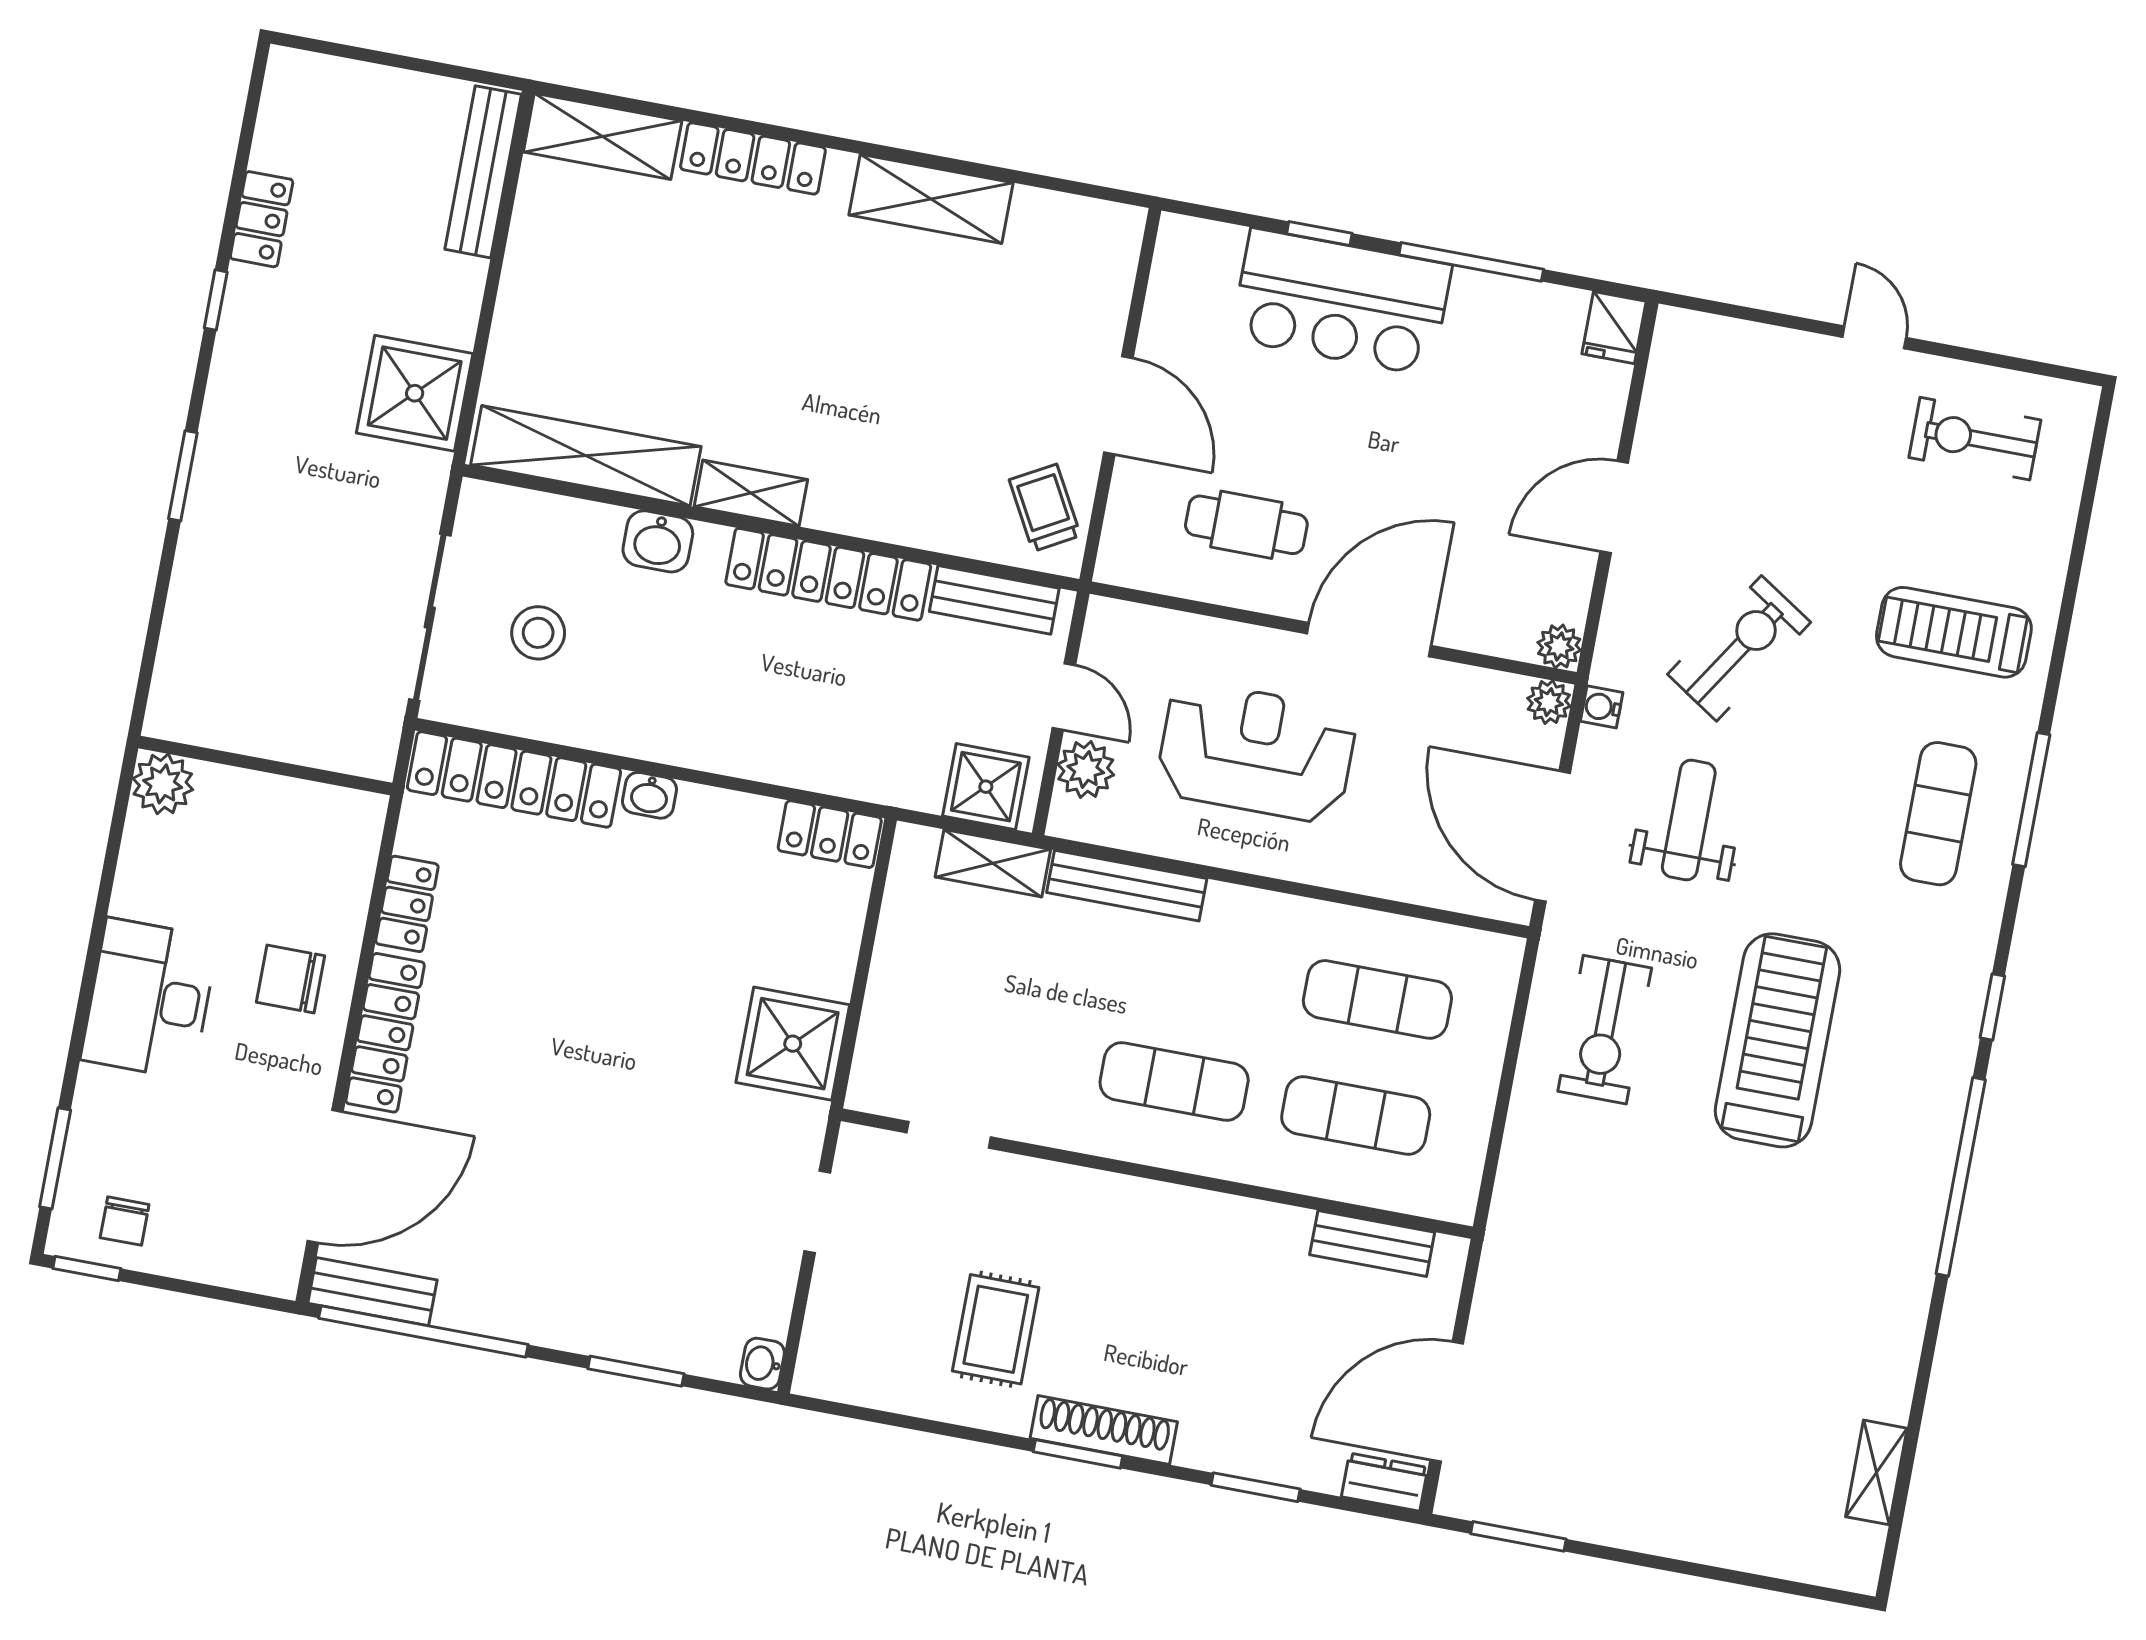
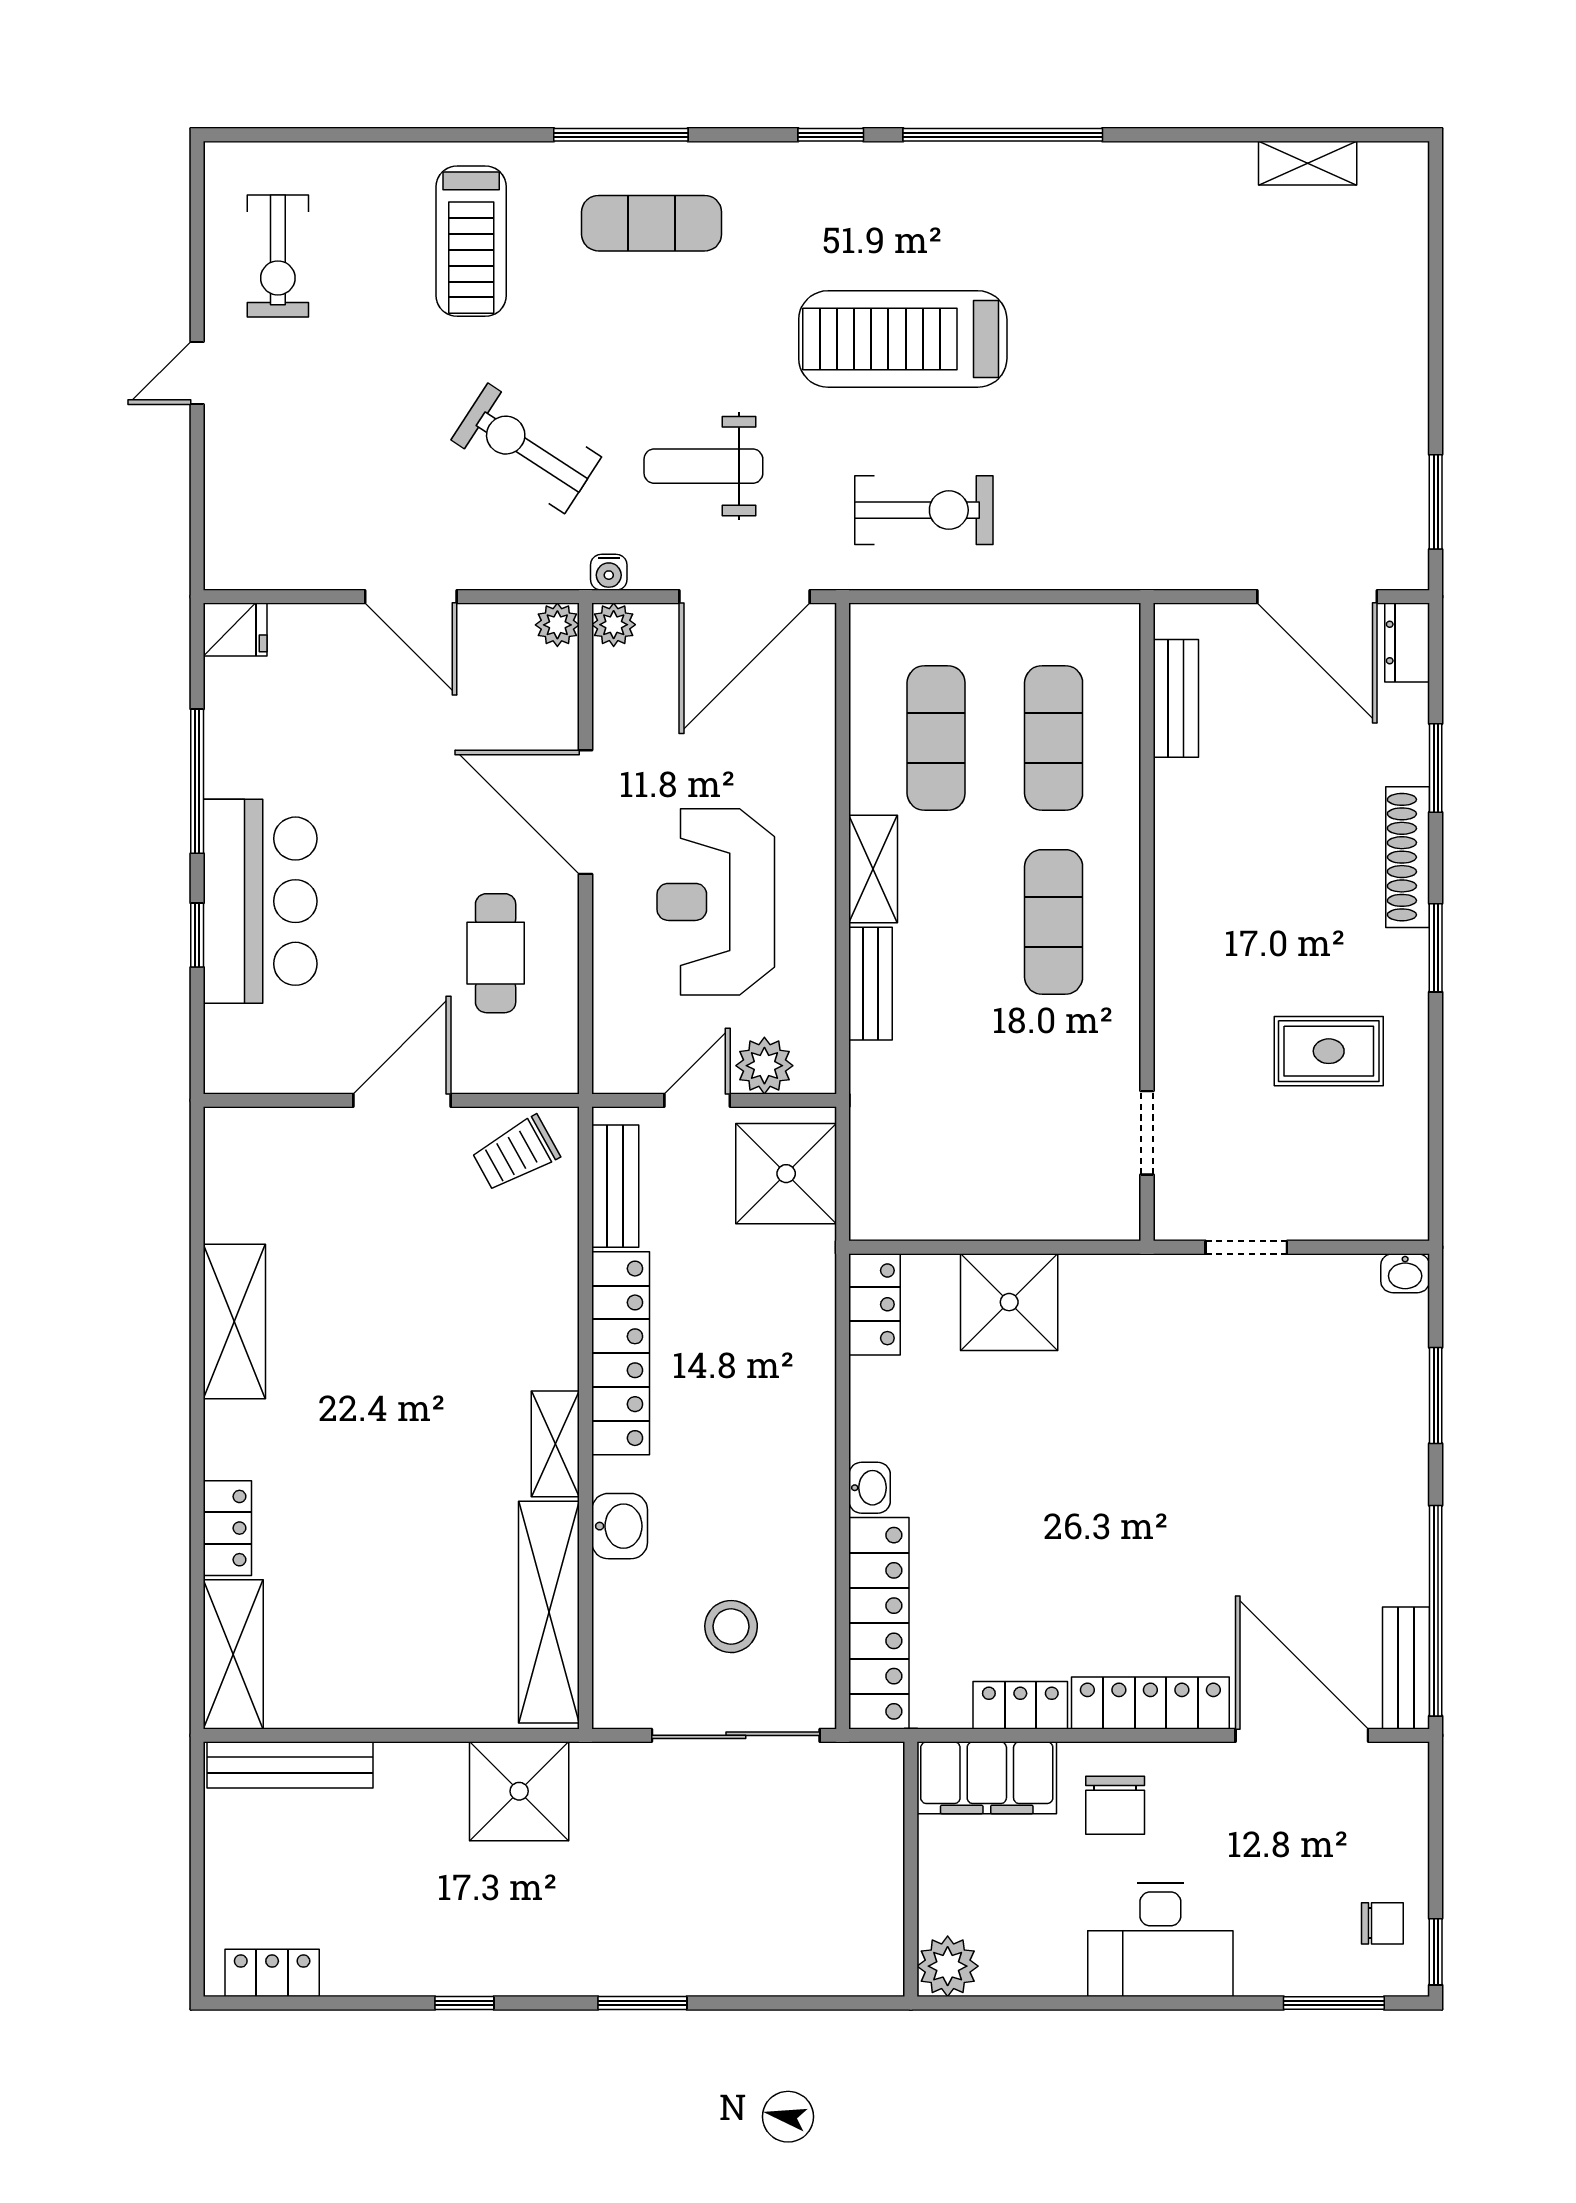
locker: (753, 158) -> (227, 1528), width x0.66
locker: (262, 219) -> (272, 1973), moved
shower: (986, 787) -> (786, 1174), width x1.36, depth x1.36
filing cabinet: (342, 857) -> (987, 1778), added
shelving: (993, 863) -> (873, 869), moved
bench: (1127, 886) -> (871, 984), width x0.73
shower: (793, 1044) -> (1009, 1302), moved
shoe rack: (1104, 1430) -> (1408, 857), moved

